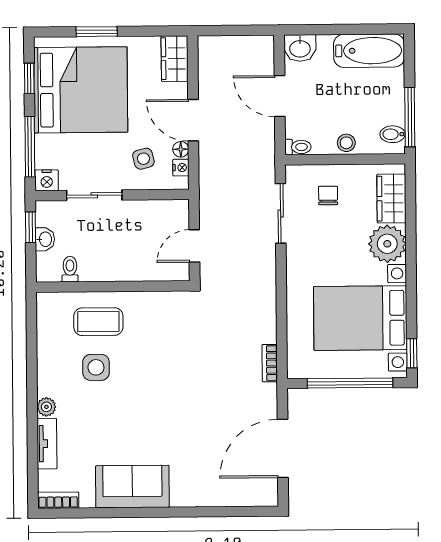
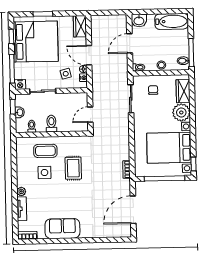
door: (280, 96) -> (130, 43), hinge flipped
toilet: (112, 264) -> (51, 124), added
rug: (157, 359) -> (73, 168), added

